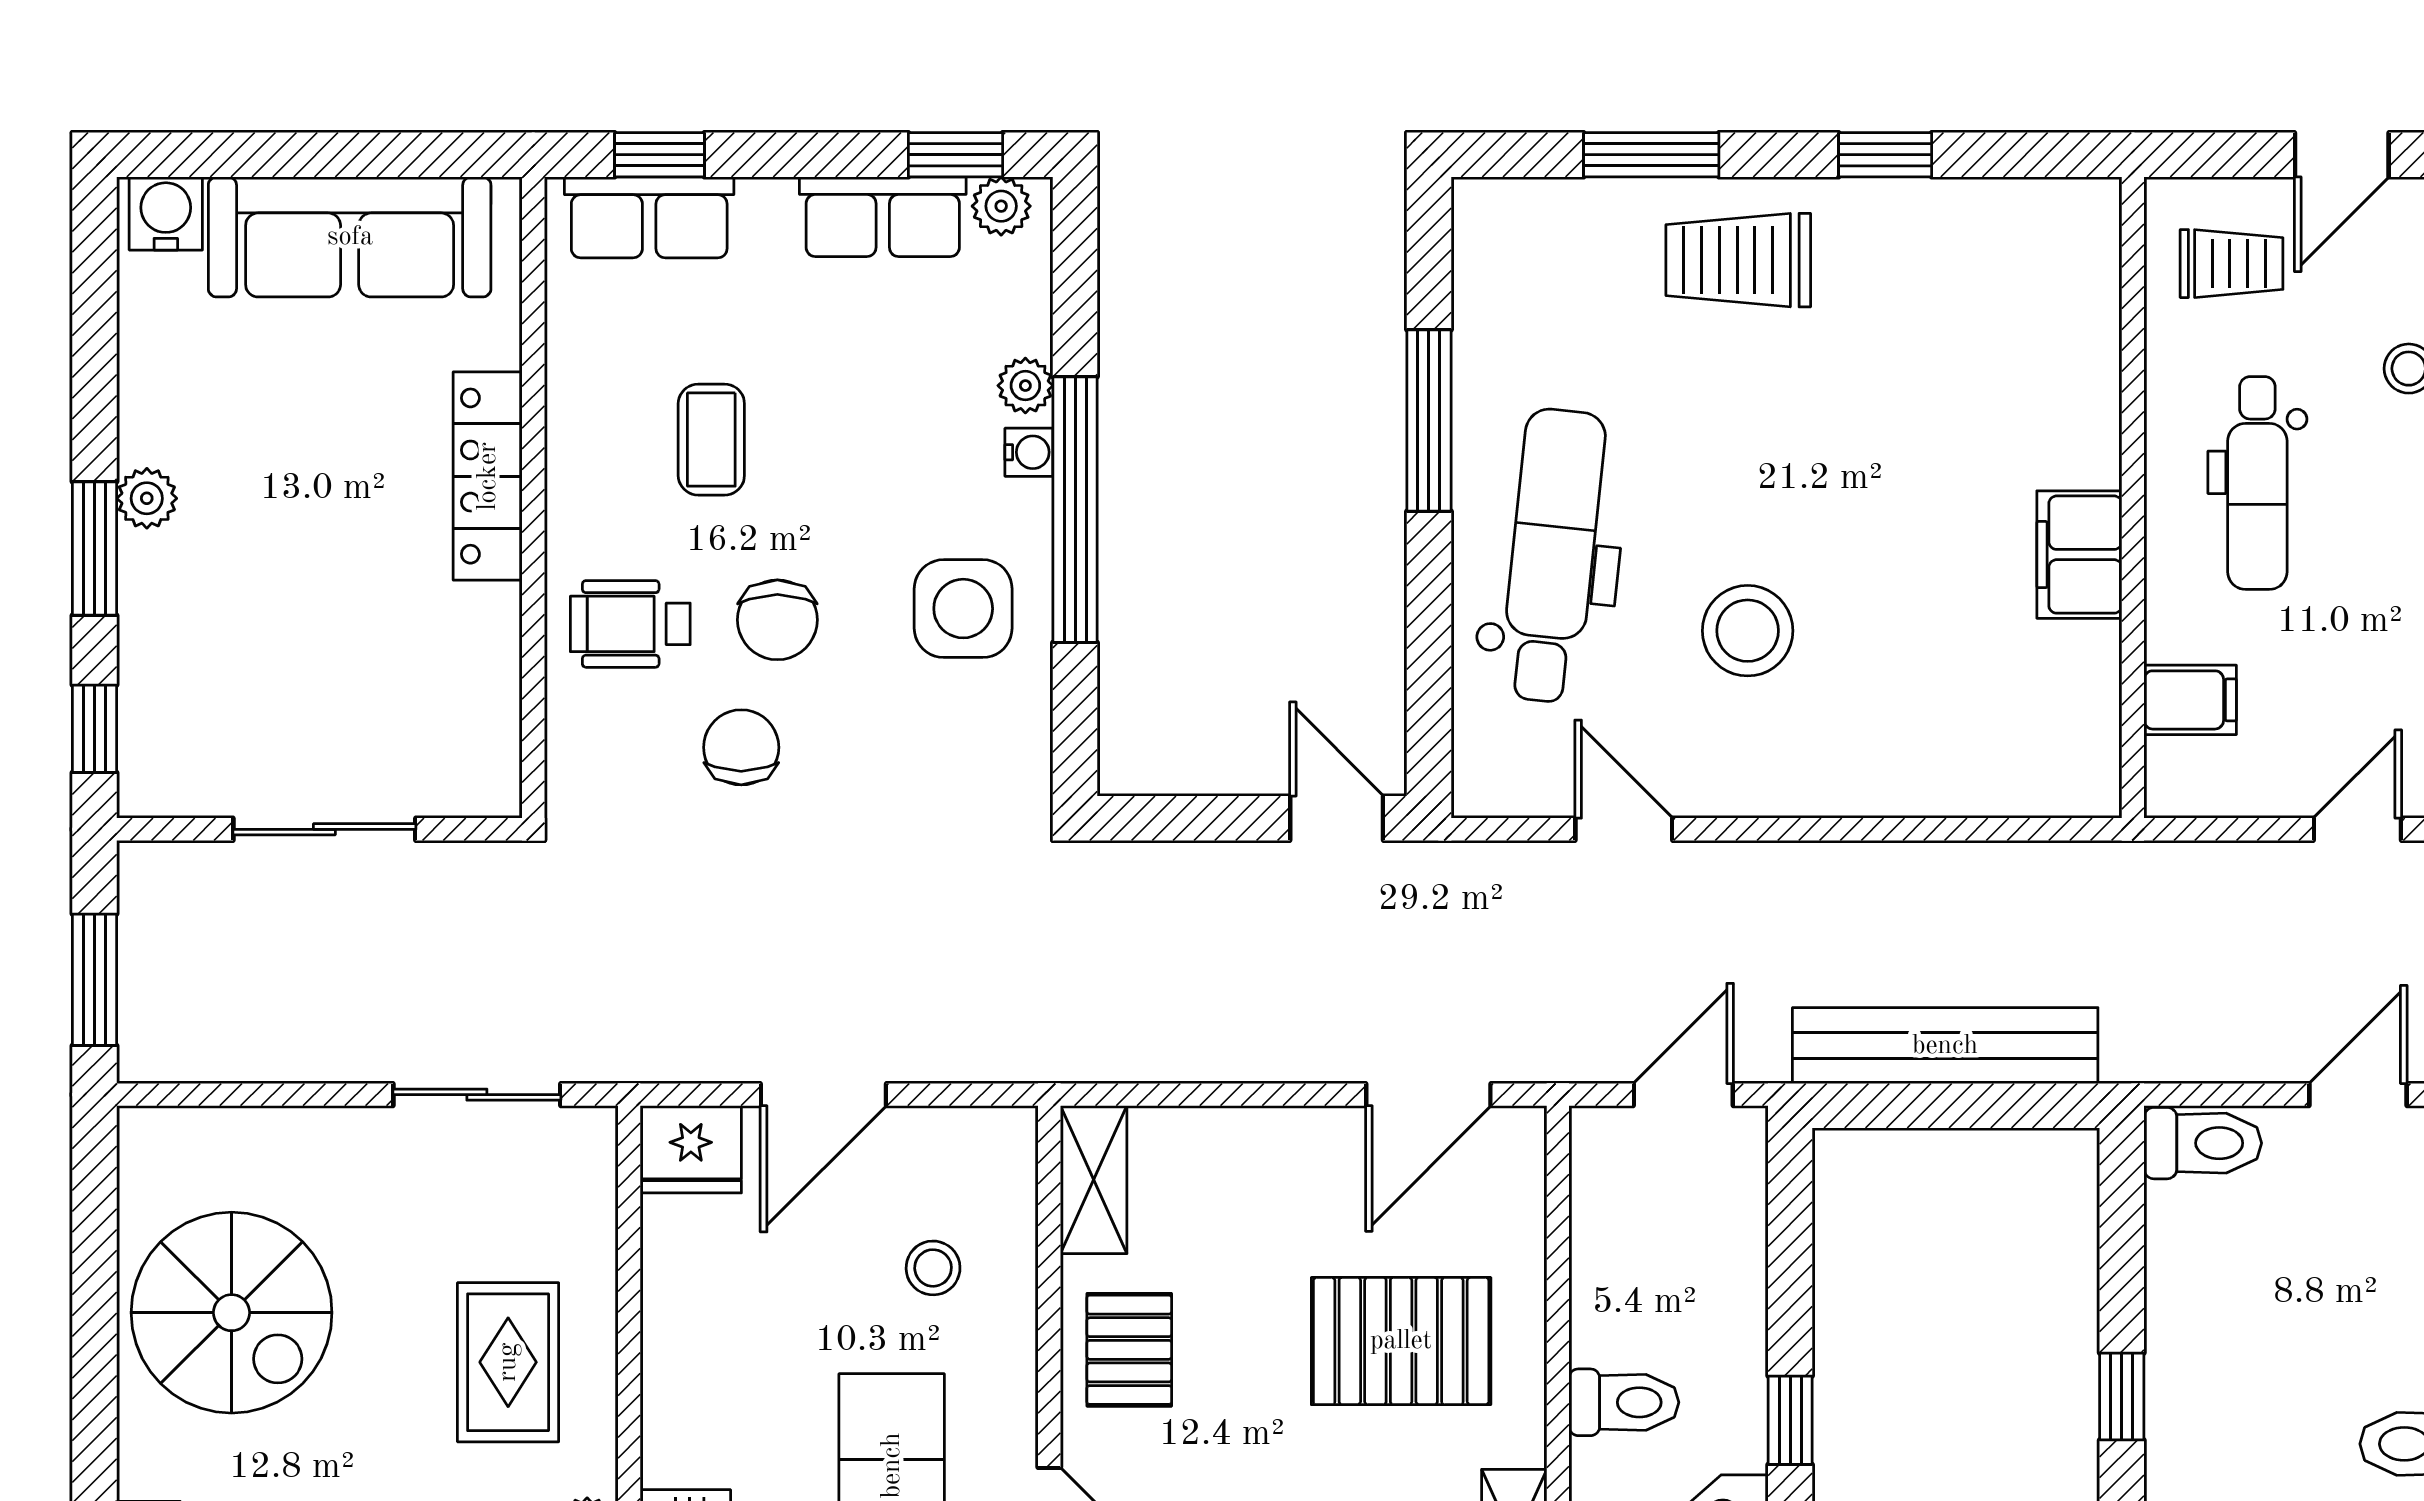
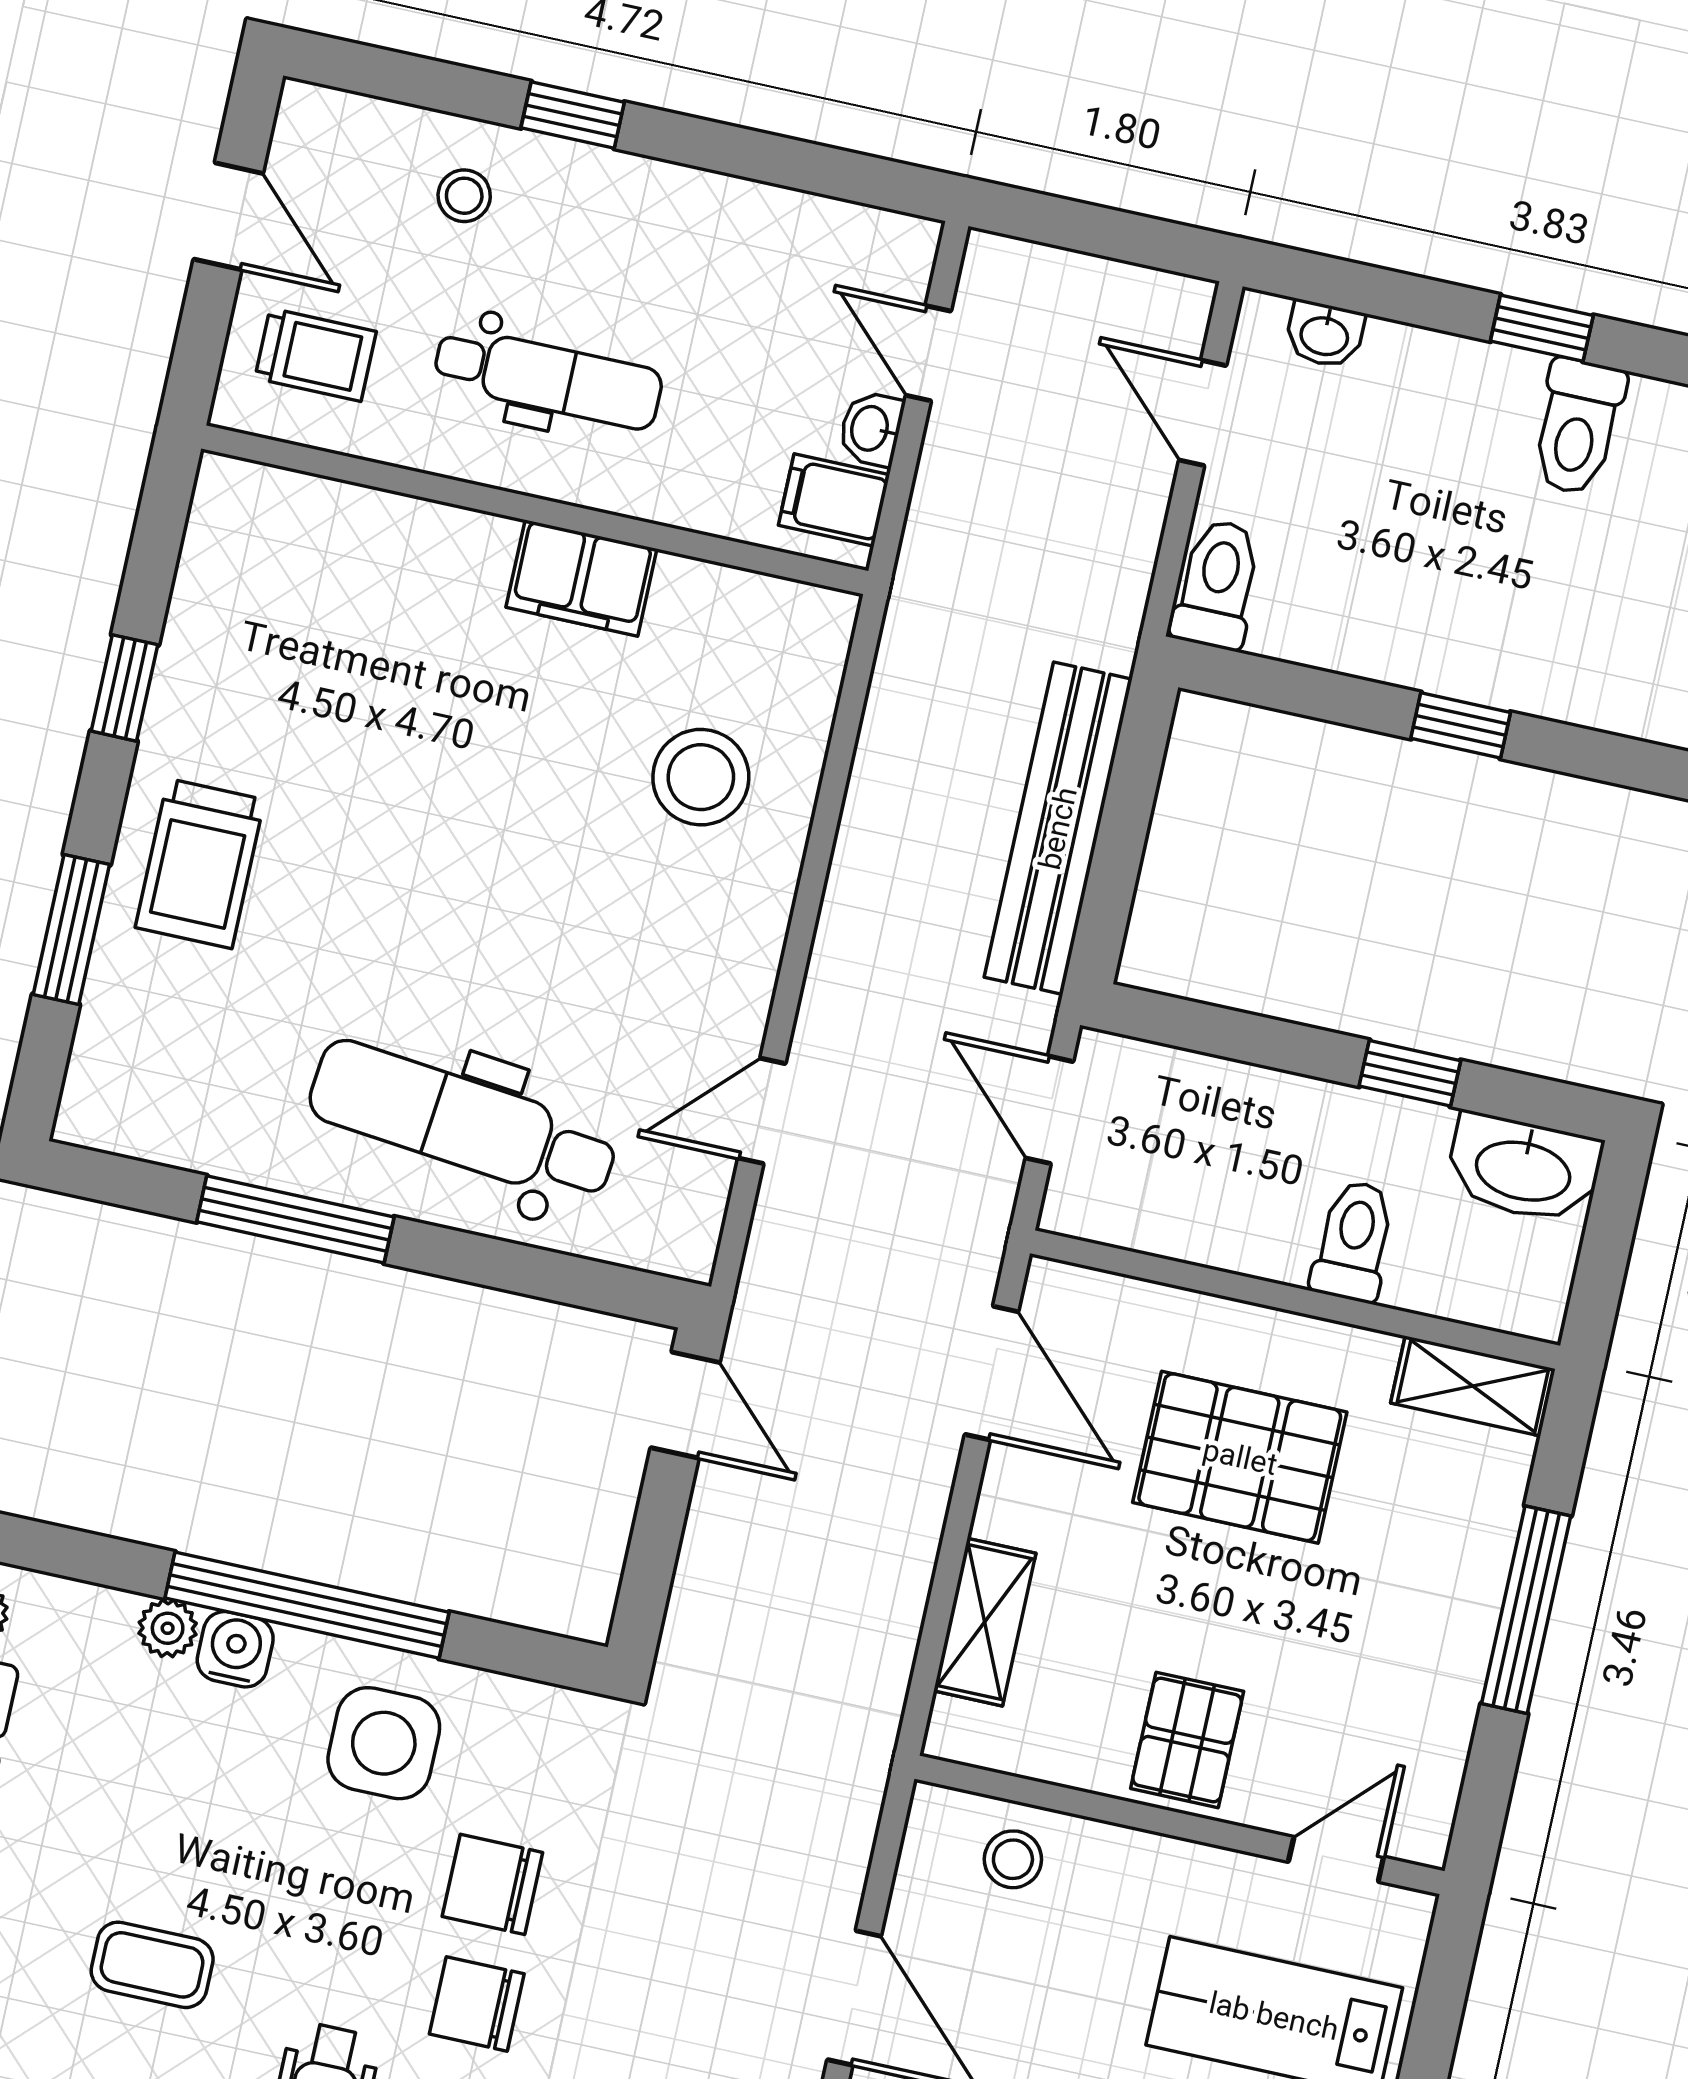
trolley: (2232, 264) -> (316, 355), turned 90
water cooler: (1029, 452) -> (235, 1649), width x1.38, depth x1.38
chair: (777, 620) -> (492, 1884), moved, turned 180
stool: (1748, 631) -> (701, 777), moved
filing cabinet: (2190, 700) -> (834, 500), moved, turned -90
washbasin: (2276, 792) -> (871, 429), added
door: (1337, 818) -> (685, 1405), swing flipped
shelving: (1094, 1180) -> (985, 1622), moved, turned 90
stool: (933, 1268) -> (1013, 1859), moved
pallet: (1401, 1341) -> (1240, 1457), turned 90
pallet: (1129, 1350) -> (1187, 1740), turned 90

